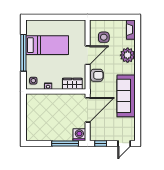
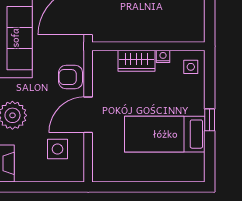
window: (23, 53) -> (210, 120), width x0.32
wardrobe: (72, 84) -> (136, 61), moved

